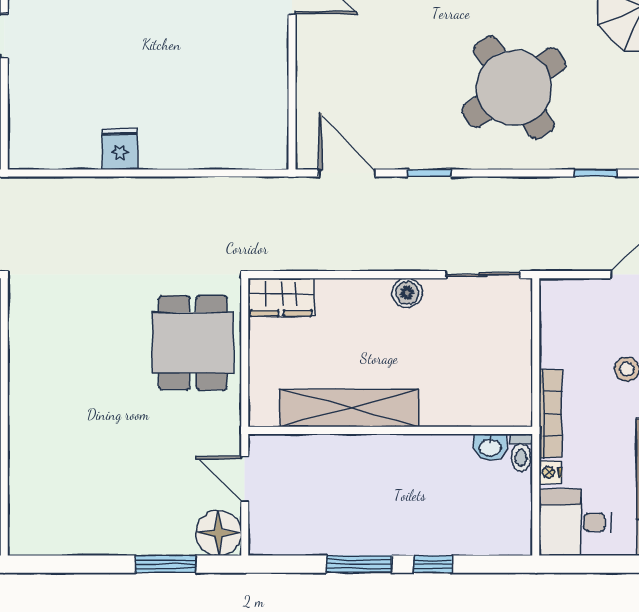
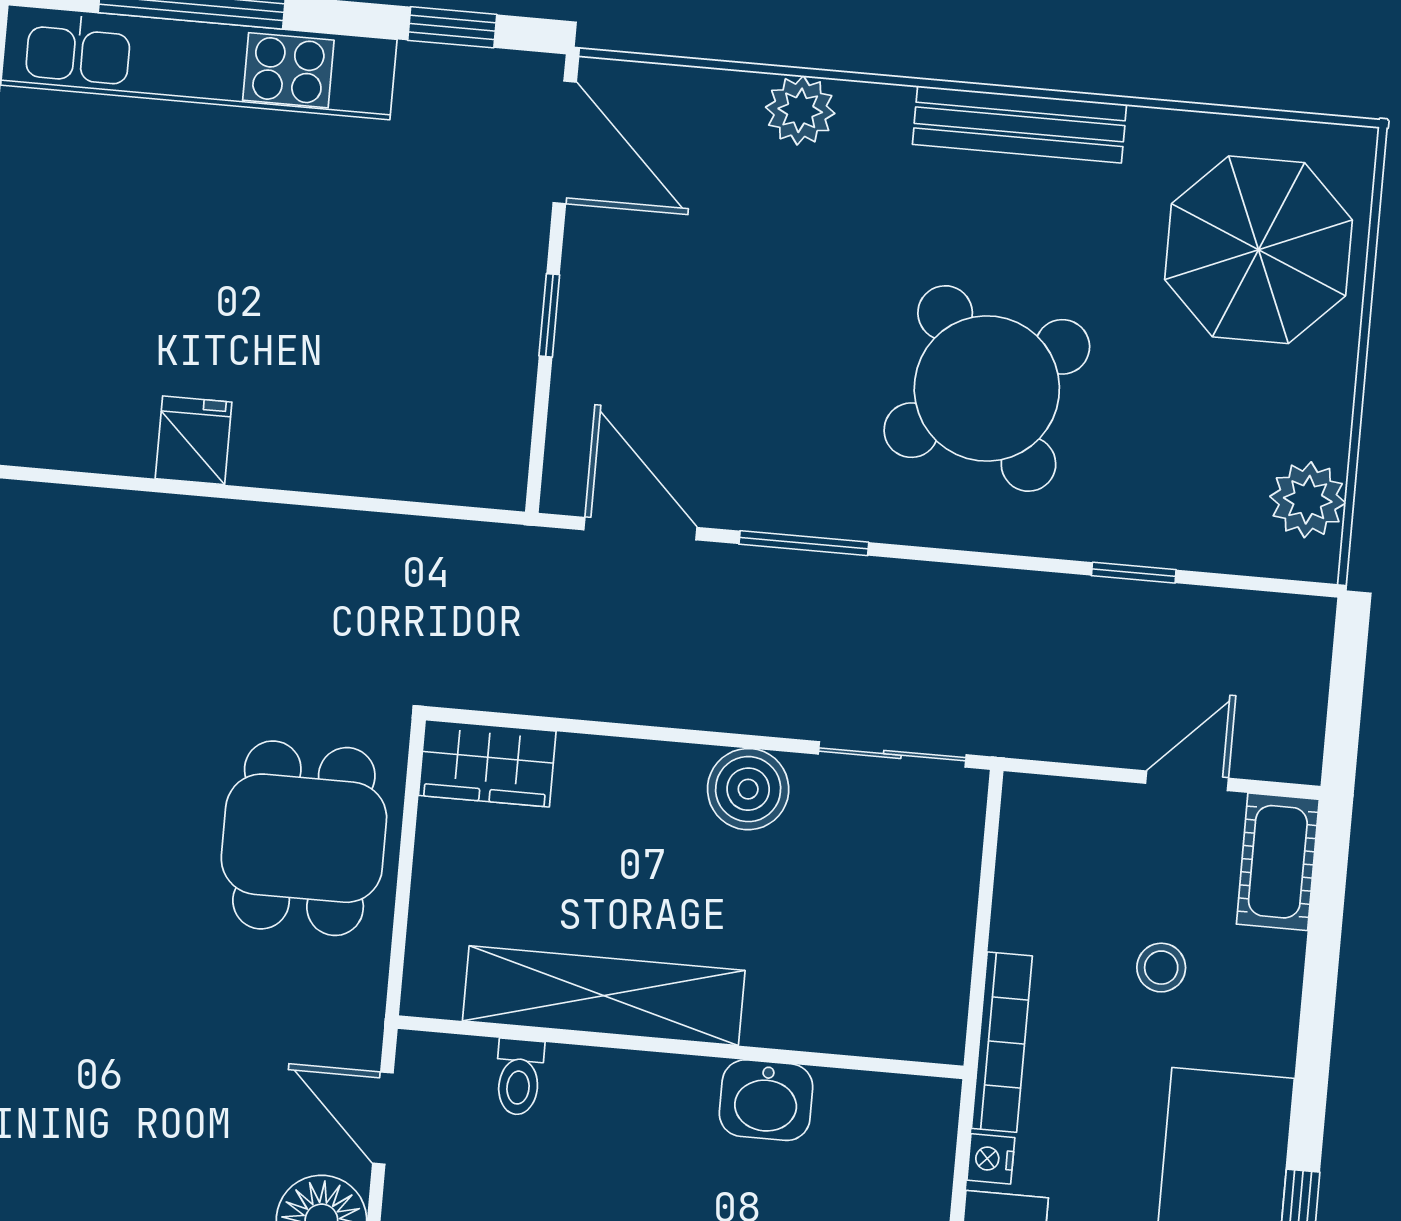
window: (292, 71) -> (549, 315), added
window: (429, 173) -> (804, 543), width x1.50
boiler: (407, 293) -> (748, 789), width x1.36, depth x1.36
washbasin: (490, 447) -> (766, 1100), moved, width x1.38, depth x1.45
toilet: (521, 453) -> (519, 1077), moved

